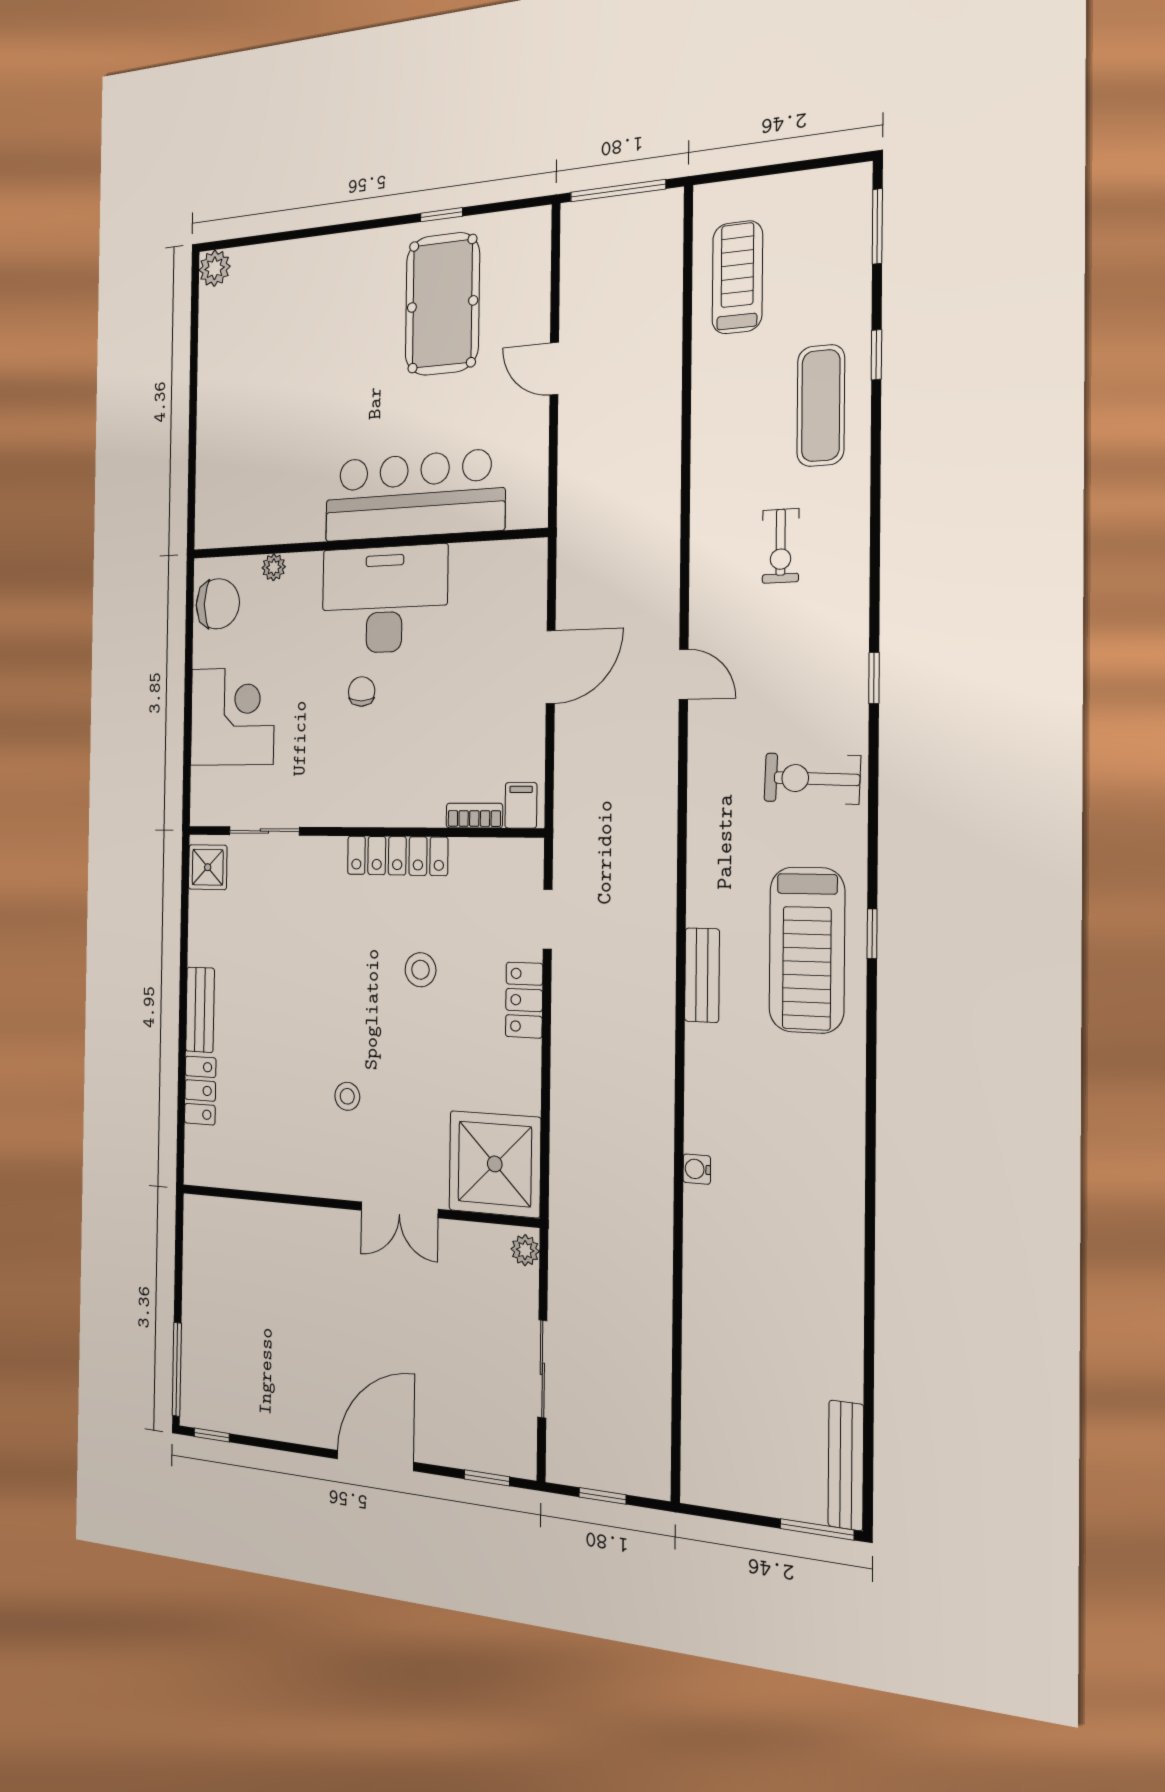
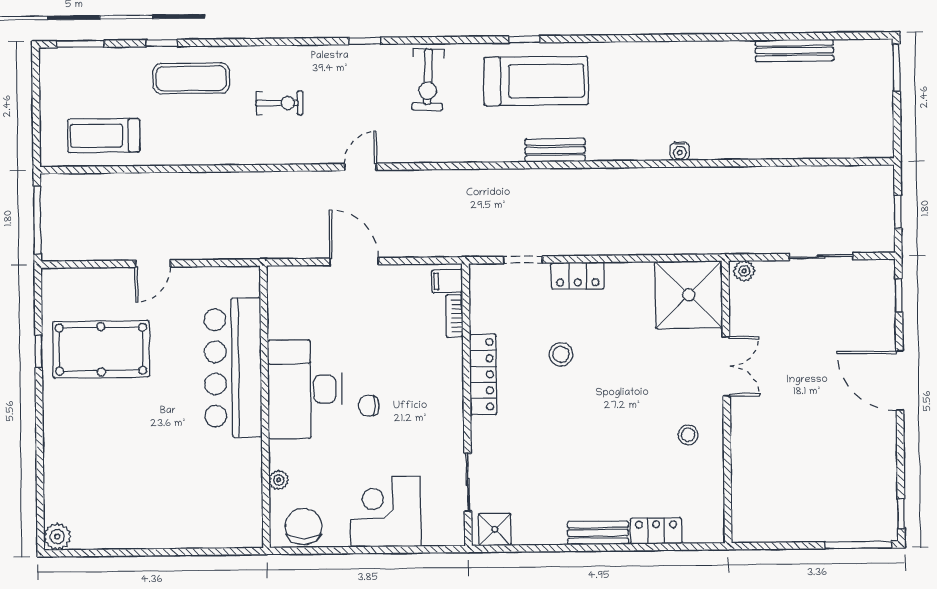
stool: (347, 1096) -> (688, 435), moved
bench: (846, 1465) -> (794, 51), moved

